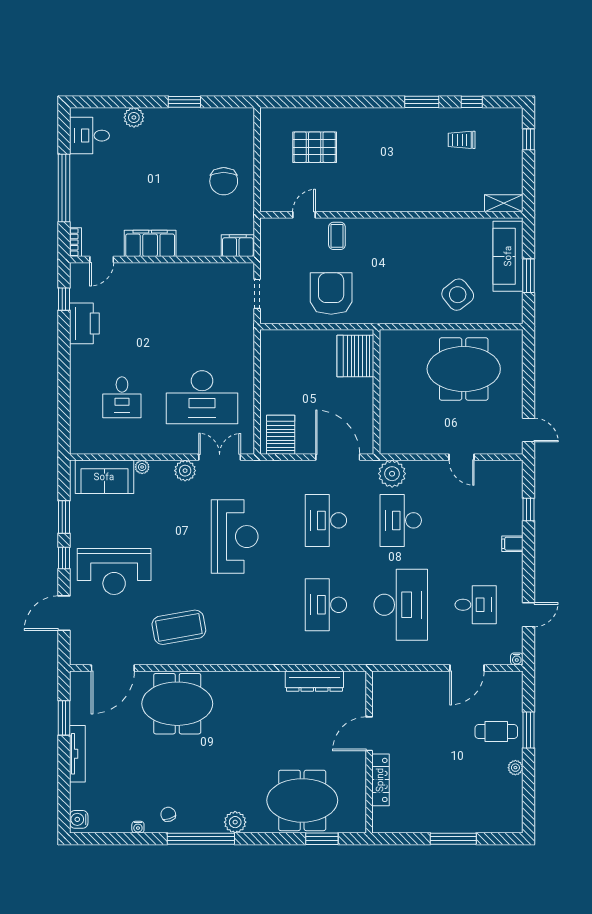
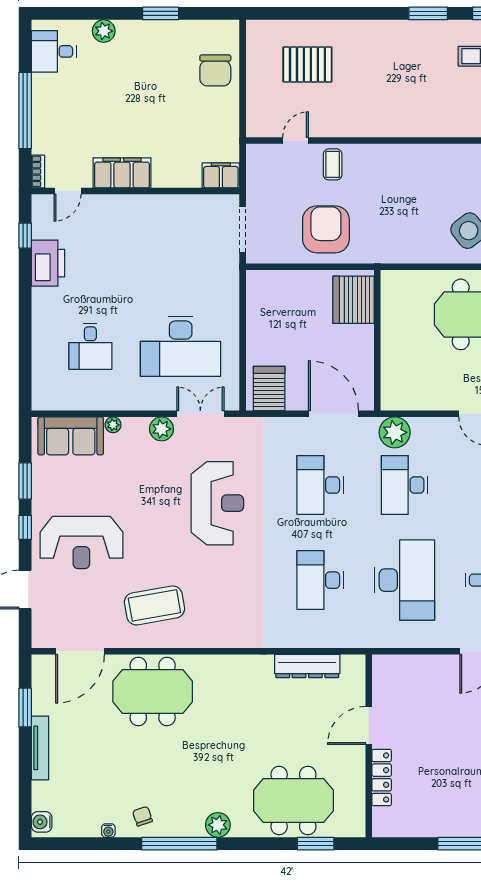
chair: (224, 181) -> (215, 70), moved
doorway: (257, 294) -> (243, 230), width x1.38

